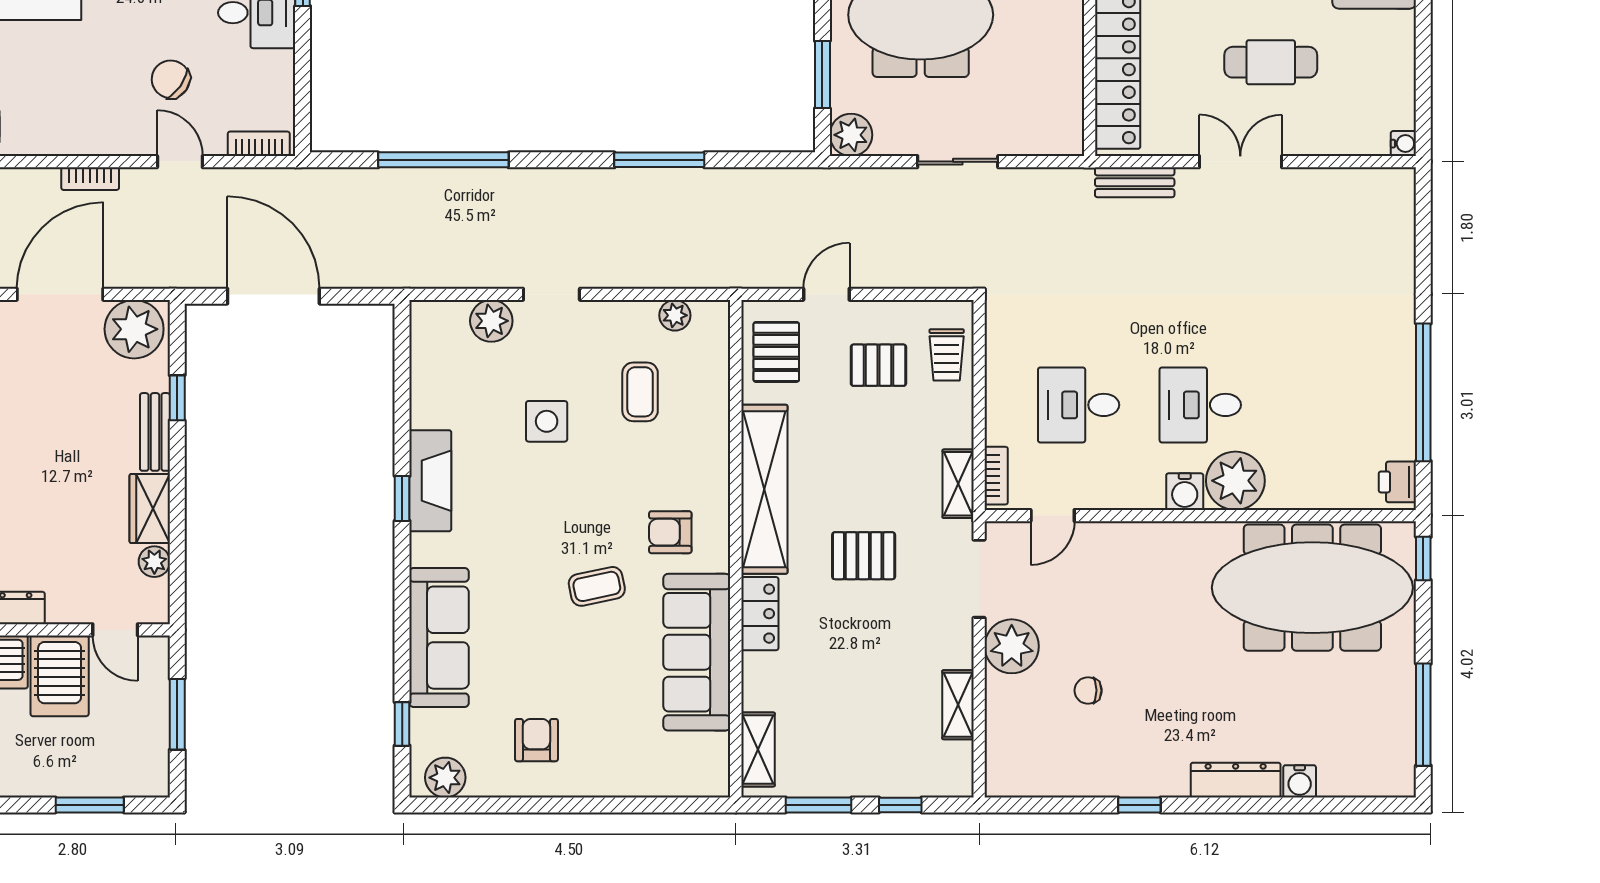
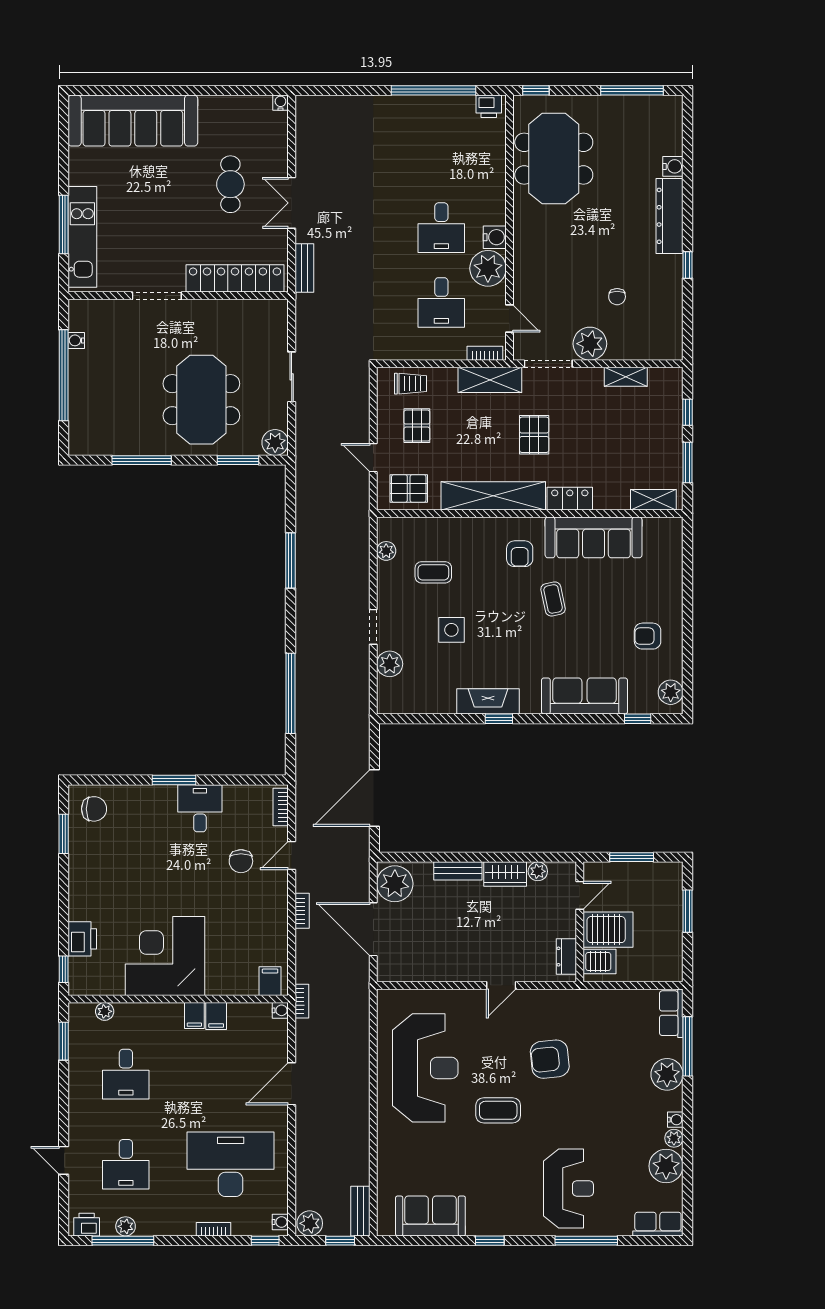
chair: (171, 79) -> (241, 861), turned -35
window: (177, 398) -> (437, 857), removed
plant: (1235, 481) -> (488, 268), moved
shelving: (958, 484) -> (490, 380), width x1.50, depth x1.33
meeting table: (1312, 588) -> (554, 159), width x0.73
dresser: (1236, 780) -> (670, 216), width x1.37, depth x1.24

